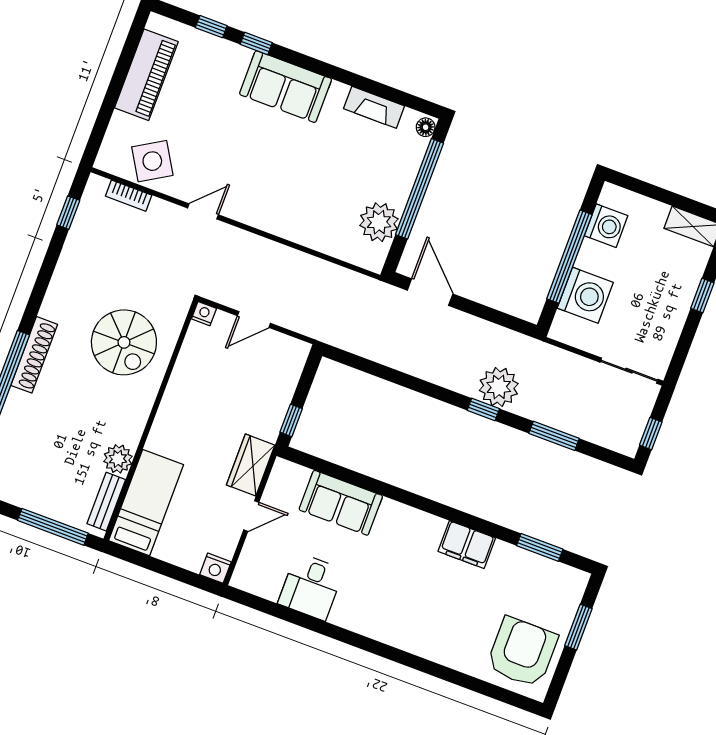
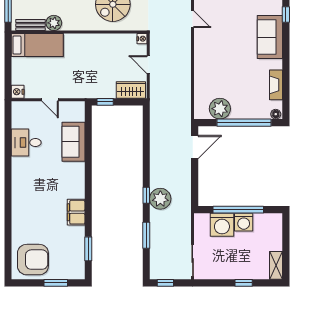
washing machine: (606, 226) -> (244, 222), moved
wardrobe: (251, 465) -> (131, 90), moved

